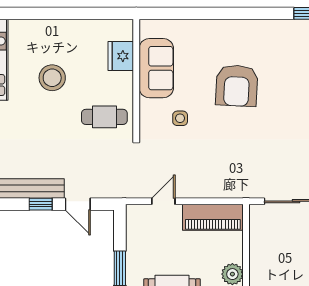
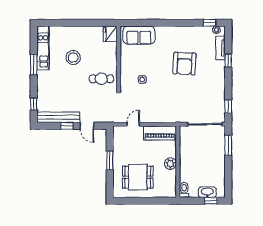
fridge: (121, 56) -> (110, 34), moved
sofa: (156, 68) -> (139, 35), moved, turned 90
armchair: (237, 86) -> (184, 64), moved

